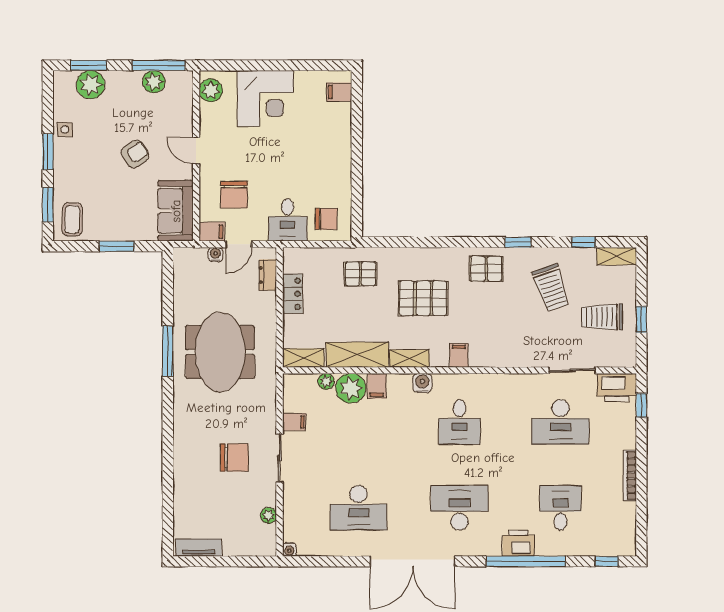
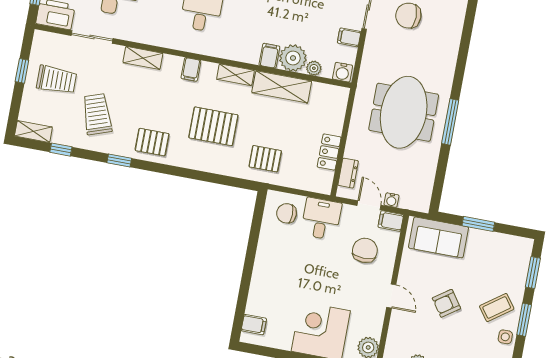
sofa: (176, 211) -> (438, 237), moved, turned 90
coffee table: (72, 219) -> (497, 308), moved, turned 52
door: (239, 244) -> (369, 205), hinge flipped
shelving: (303, 358) -> (143, 58), moved
water cooler: (422, 383) -> (343, 72), moved

